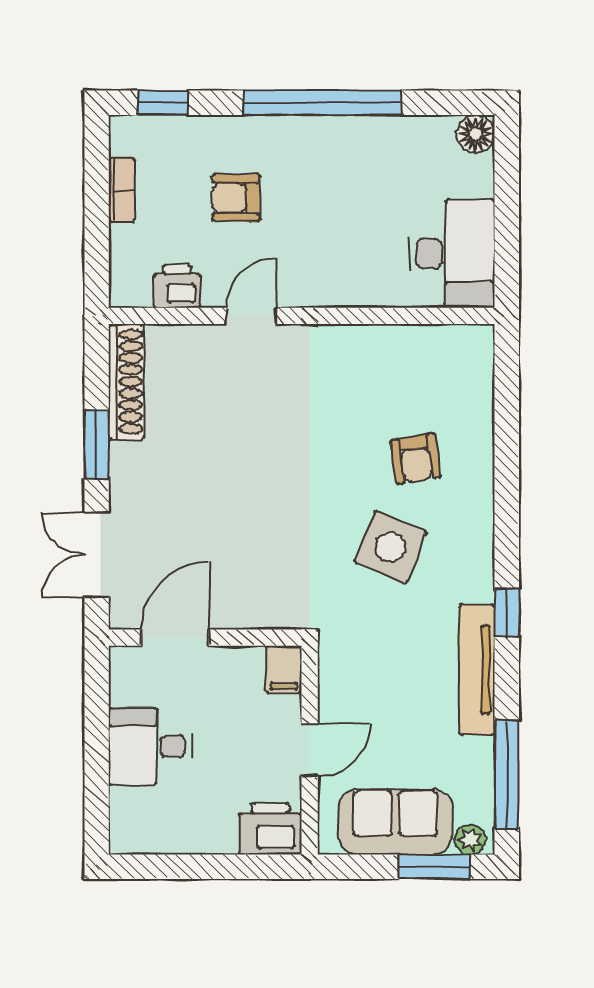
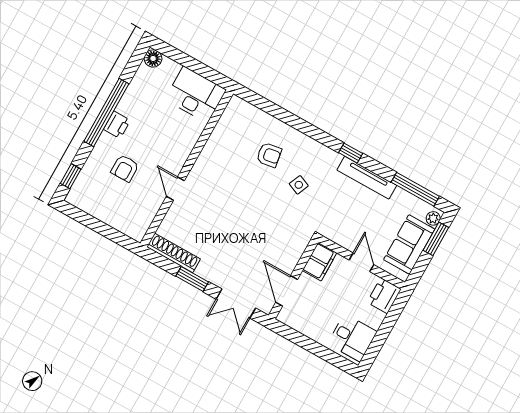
bookcase: (122, 190) -> (96, 212), removed
printer: (177, 287) -> (117, 125), moved, turned 180
side table: (390, 547) -> (299, 185), width x0.54, depth x0.54
filing cabinet: (284, 669) -> (320, 262), width x2.00
desk: (150, 746) -> (352, 338), moved, turned -90

